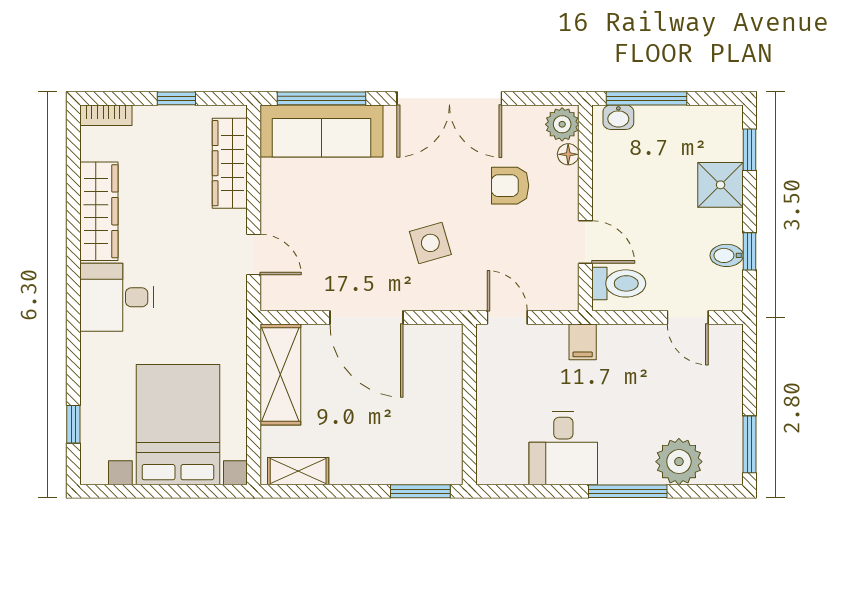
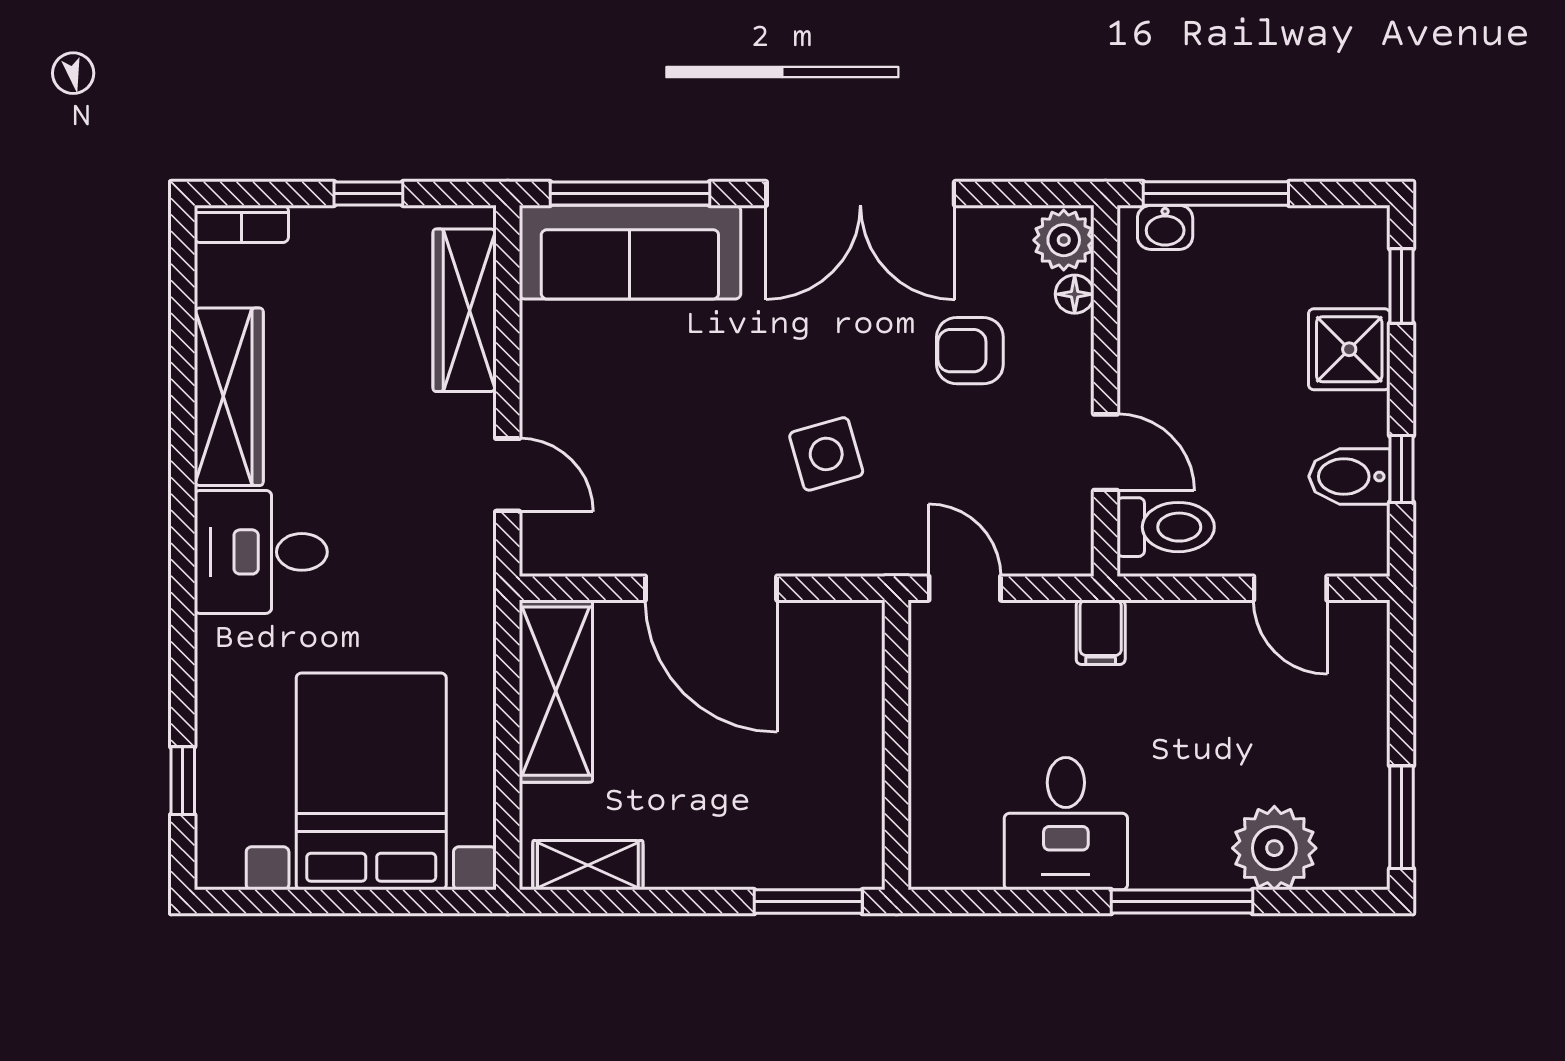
bidet: (727, 255) -> (1349, 476), width x1.38, depth x1.36

